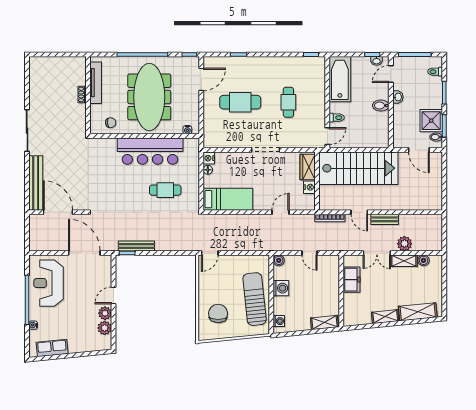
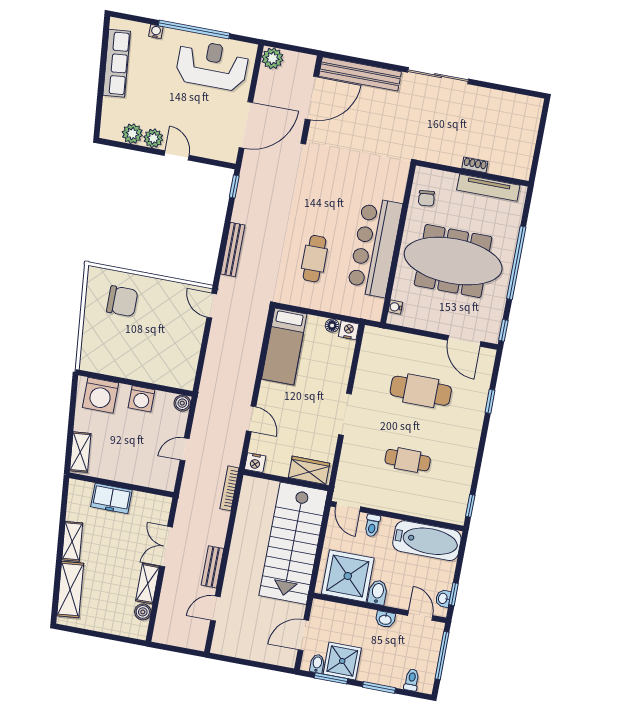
cafe table: (240, 102) -> (421, 391), turned 90
shower: (374, 128) -> (348, 576), added
nightstand: (309, 187) -> (255, 463), moved
door: (359, 212) -> (215, 609), moved
plant: (404, 244) -> (272, 58), moved
bench: (136, 246) -> (233, 250), moved
freezer: (351, 280) -> (111, 498), moved
sun lounger: (255, 299) -> (133, 358), removed
washing machine: (279, 321) -> (101, 395), width x1.89, depth x1.89
row of seats: (52, 348) -> (117, 63), width x1.48

